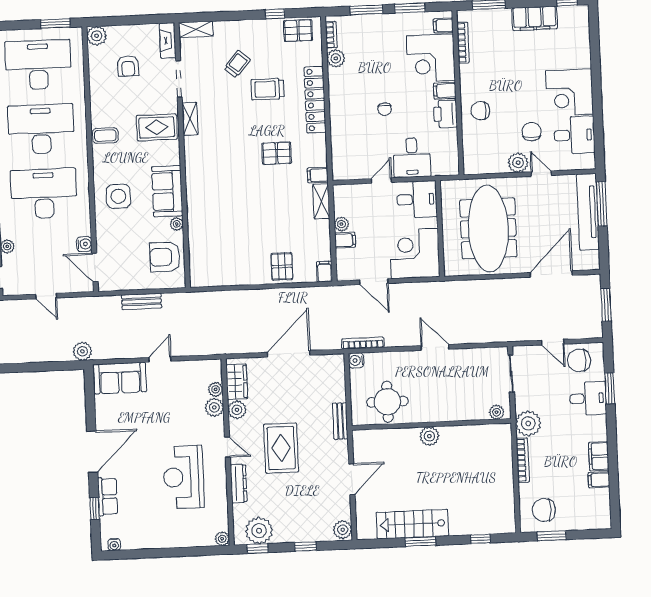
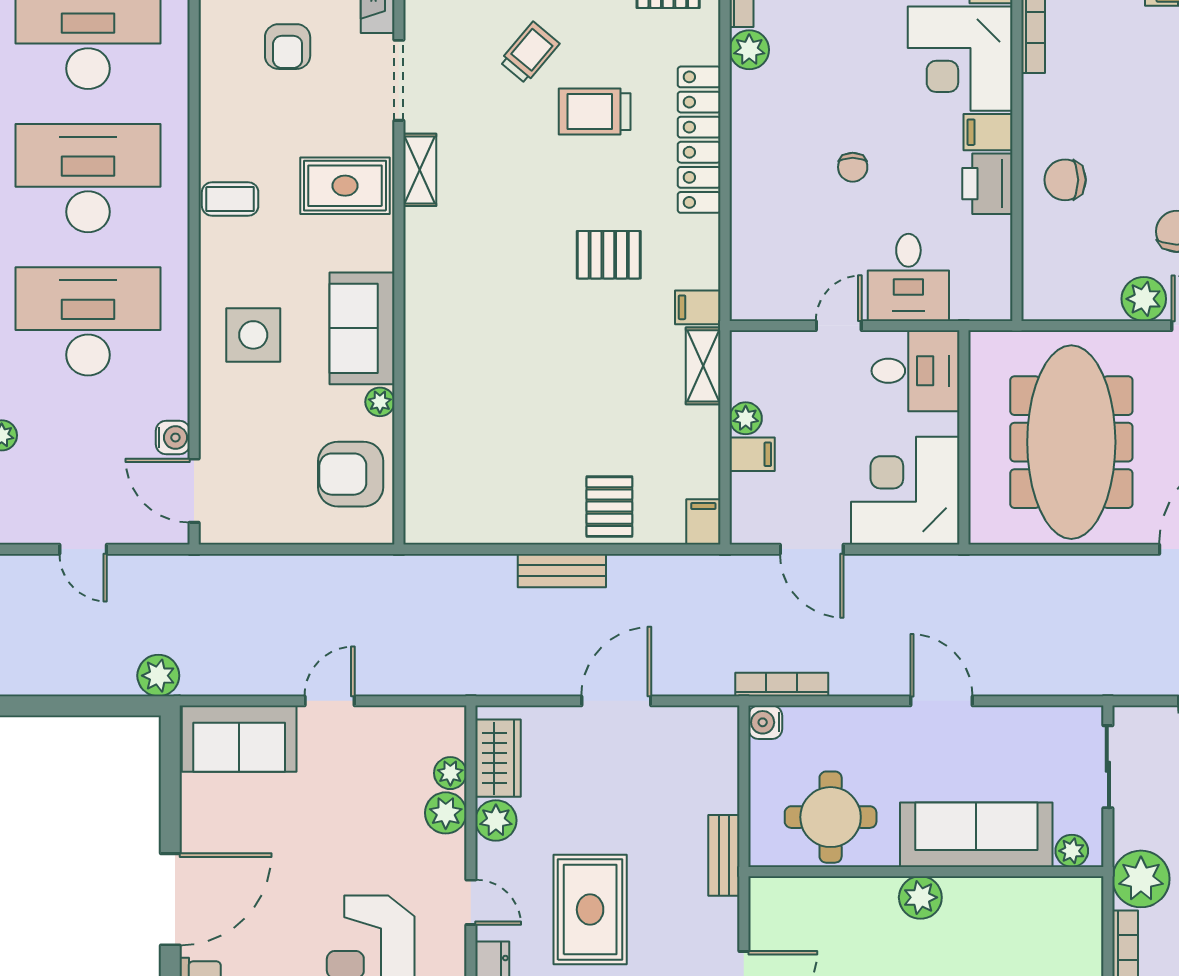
bench: (141, 301) -> (562, 571), moved
door: (289, 354) -> (616, 701), width x0.73
sofa: (453, 407) -> (976, 835), added

